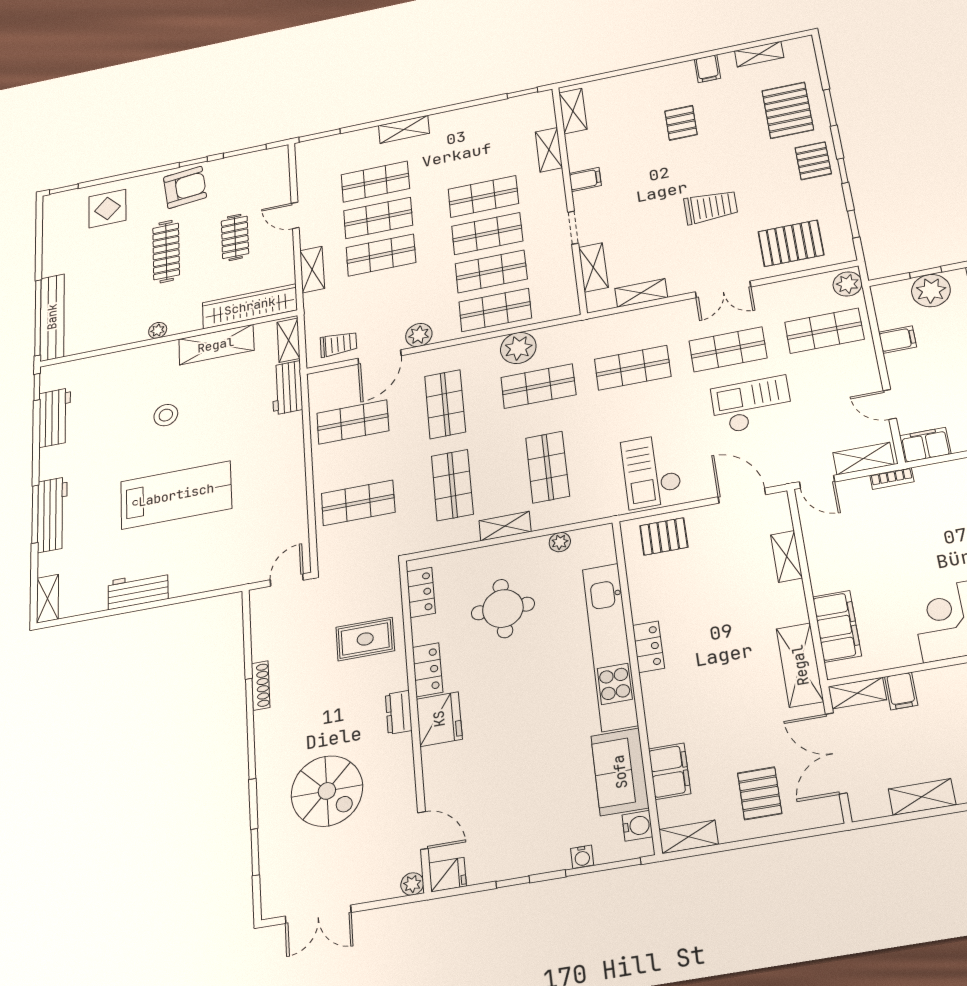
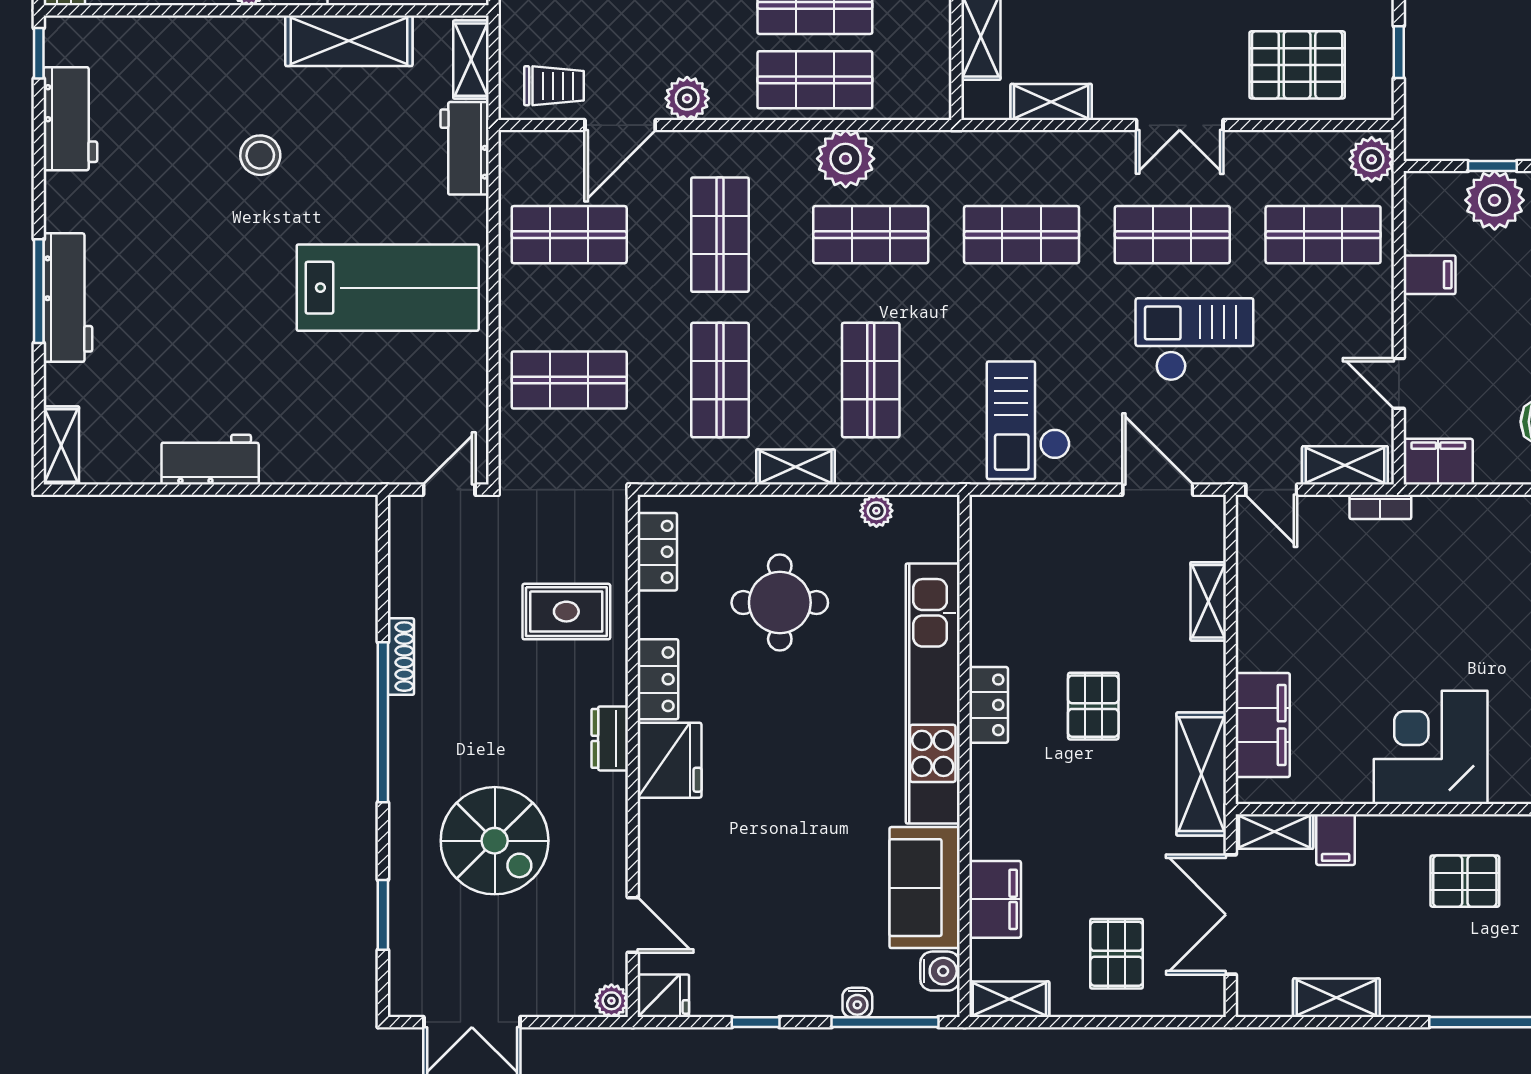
lab bench: (176, 495) -> (388, 288), moved
pallet: (664, 536) -> (1093, 706), moved, turned 90

